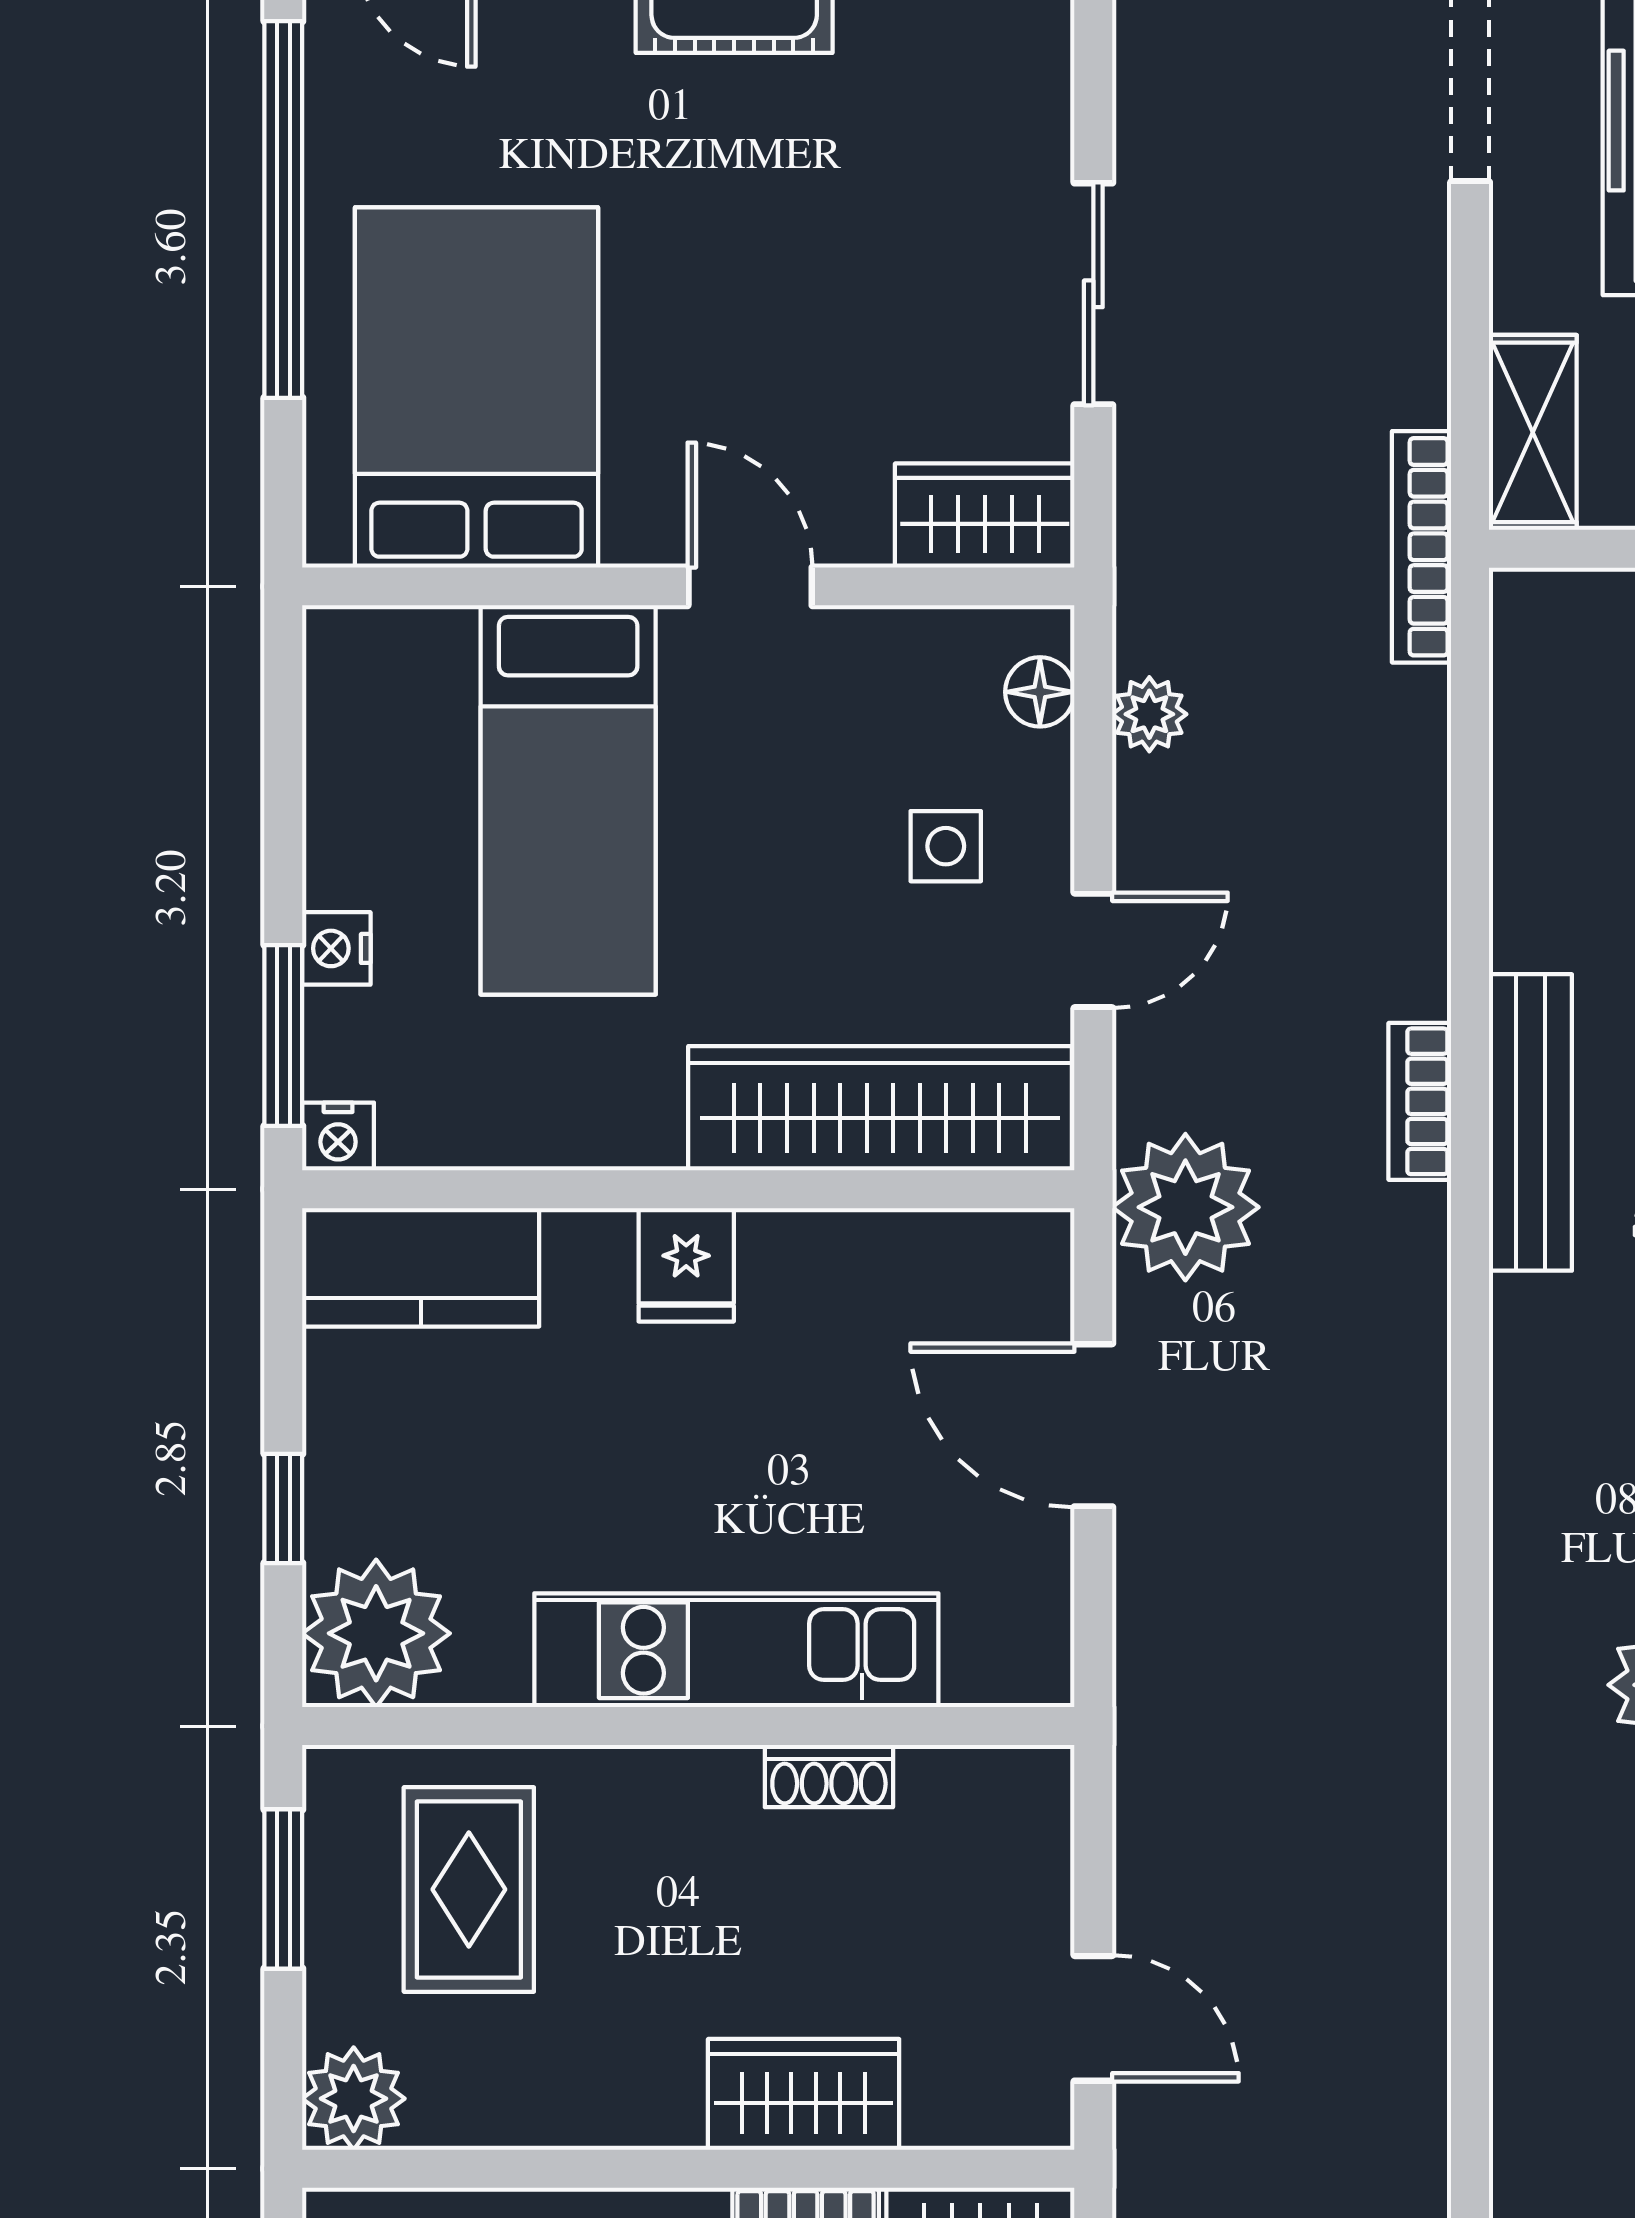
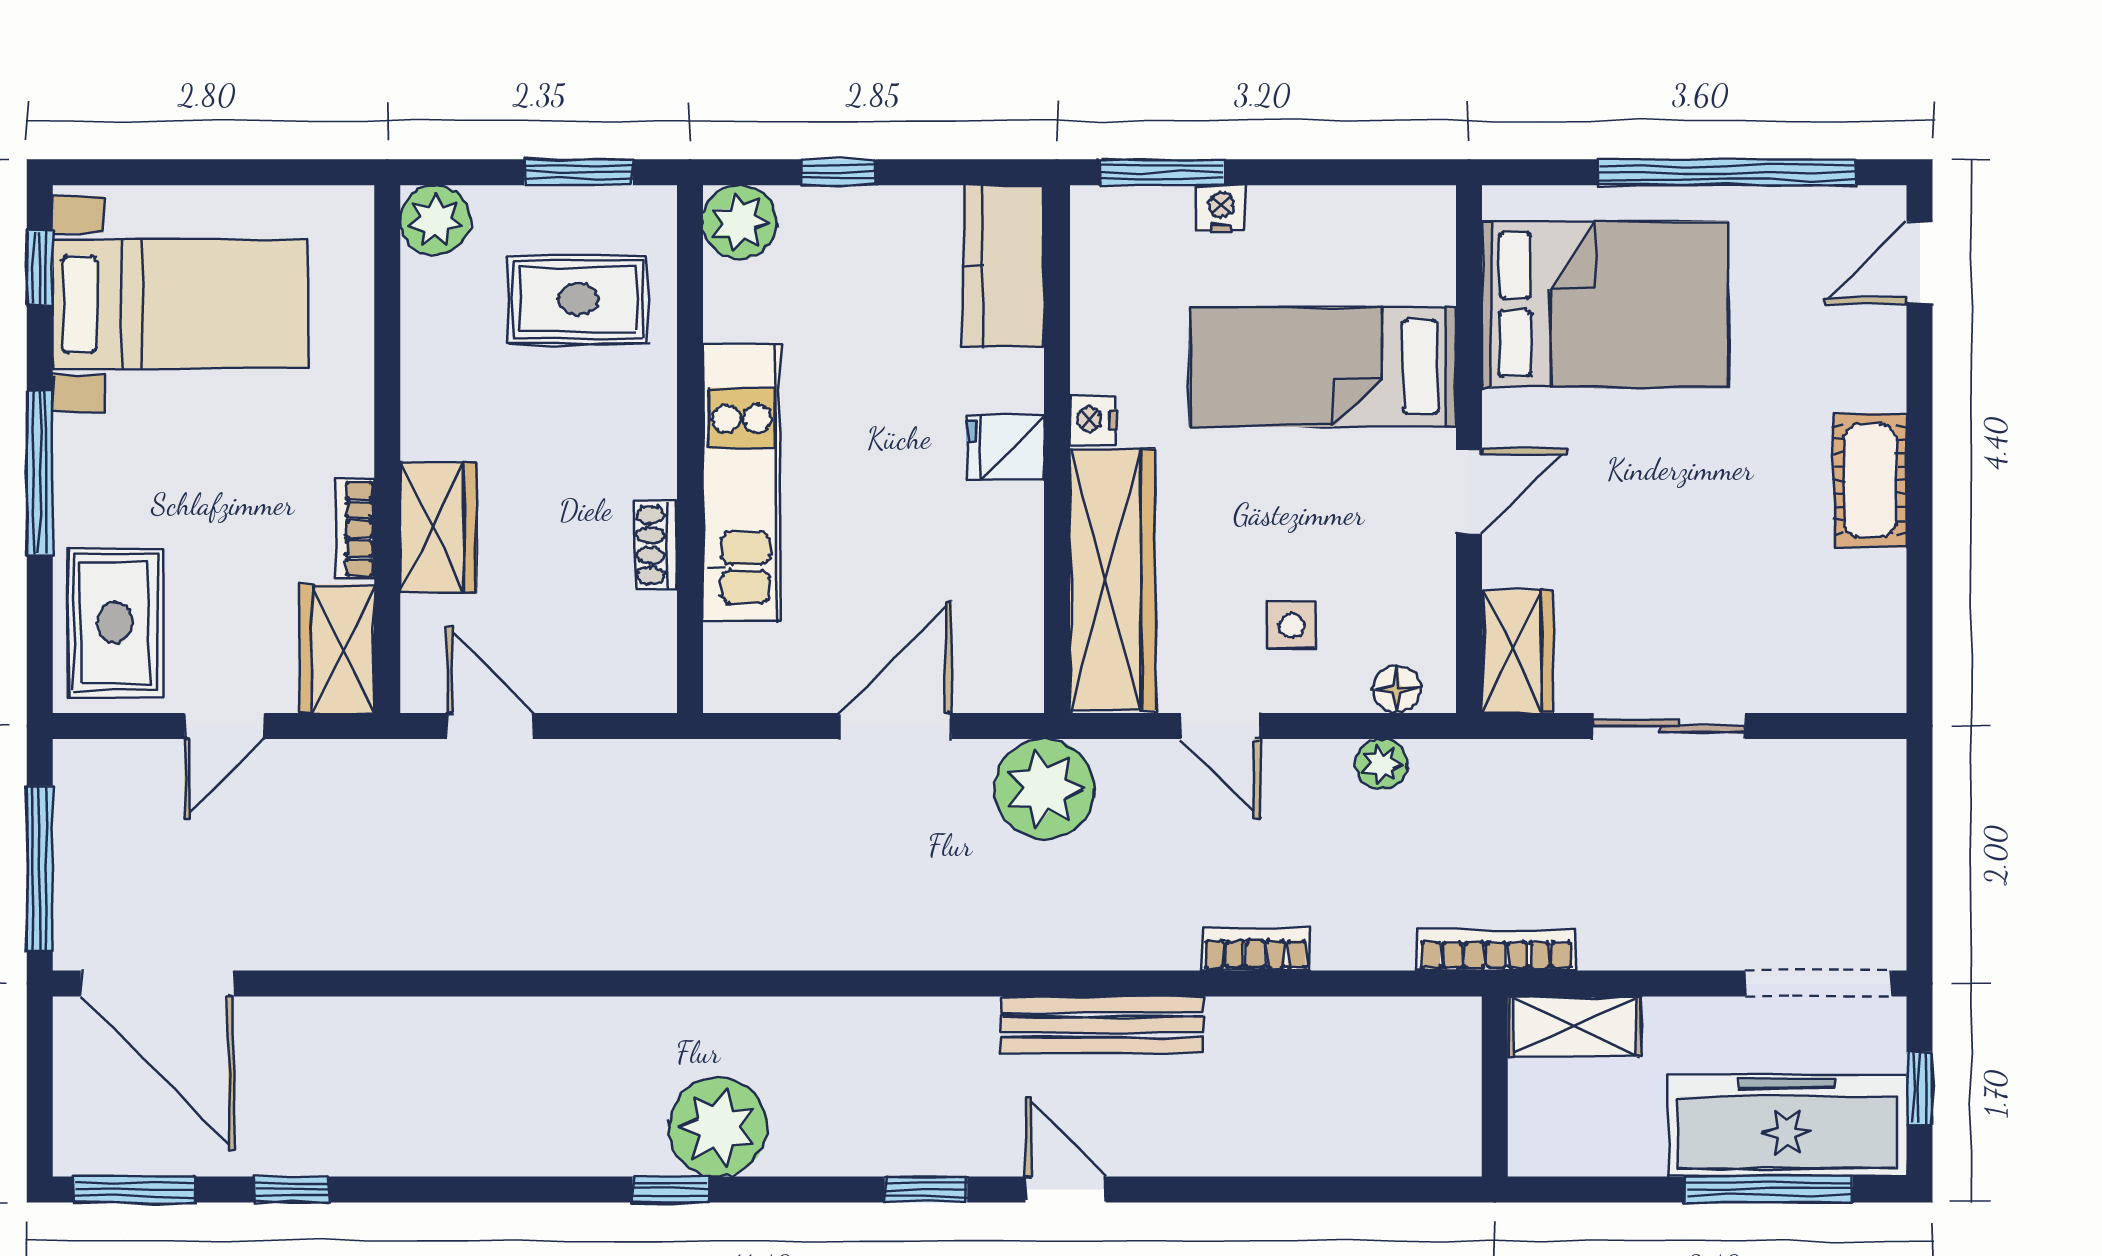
bookcase: (1420, 1101) -> (1255, 949), moved
nightstand: (338, 1136) -> (1093, 419), moved
plant: (376, 1633) -> (740, 222), width x0.73, depth x0.73
door: (1093, 2018) -> (490, 726), swing flipped

